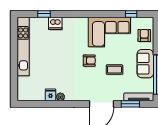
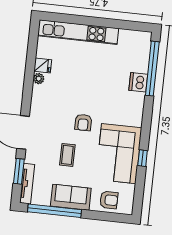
window: (44, 14) -> (152, 69), width x3.17
window: (131, 14) -> (143, 158), moved
kitchen unit: (23, 47) -> (78, 32), moved

